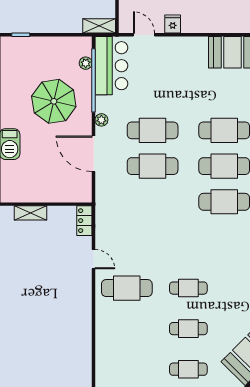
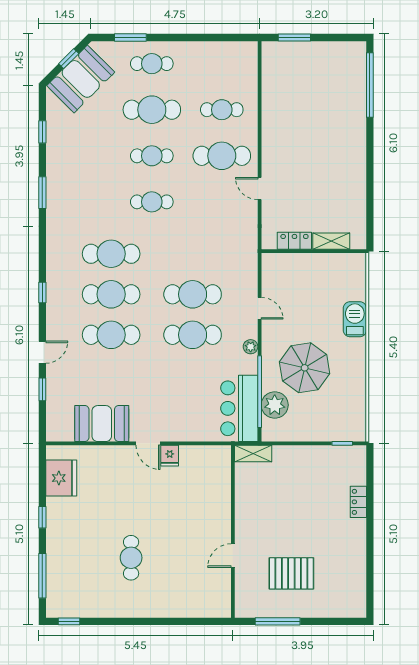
door: (144, 35) -> (148, 443), moved
plant: (86, 63) -> (275, 405), width x1.87, depth x1.87
door: (94, 154) -> (260, 308), width x0.53
locker: (84, 221) -> (294, 241), moved, turned -90
cafe table: (188, 247) -> (152, 202), added
cafe table: (127, 329) -> (222, 110), added
cafe table: (188, 329) -> (152, 110), width x1.37, depth x1.35

